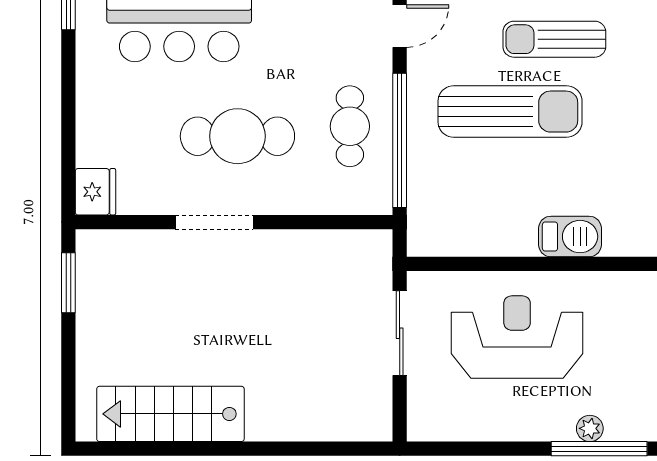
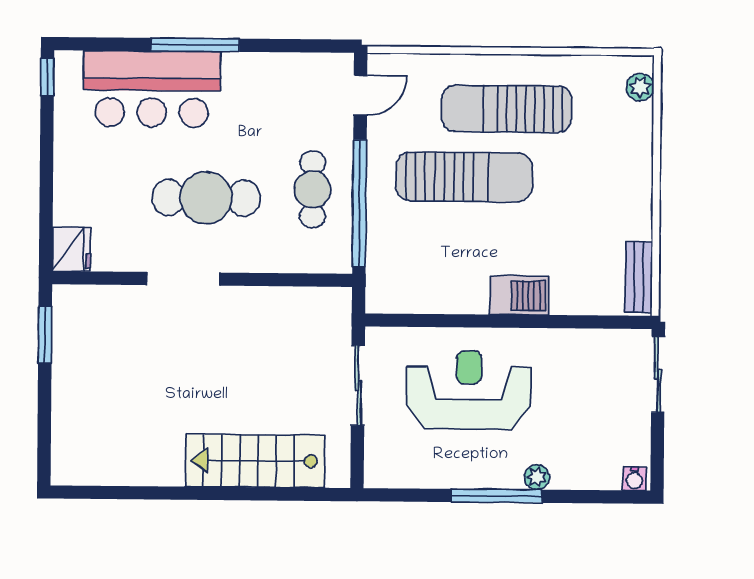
sun lounger: (554, 39) -> (507, 109), width x1.36, depth x1.34
stairs: (170, 414) -> (255, 461), moved
window: (599, 449) -> (497, 496), moved

